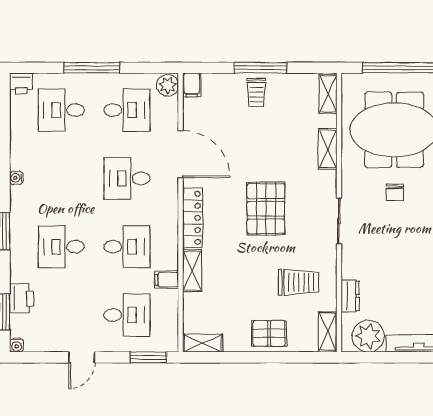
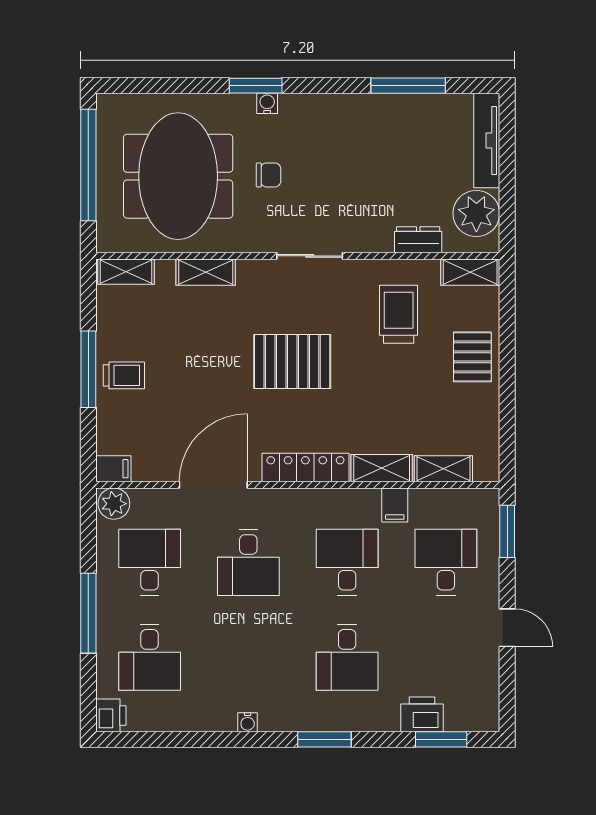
shelving: (203, 343) -> (443, 469), moved, turned 90
water cooler: (17, 345) -> (490, 722), removed

